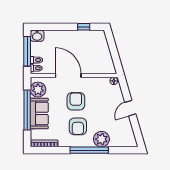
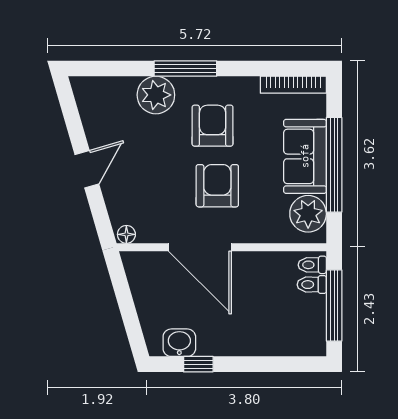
washbasin: (37, 36) -> (179, 343), moved
door: (68, 76) -> (200, 247), moved
armchair: (76, 101) -> (217, 186), turned 180
window: (89, 150) -> (185, 69), width x0.68

